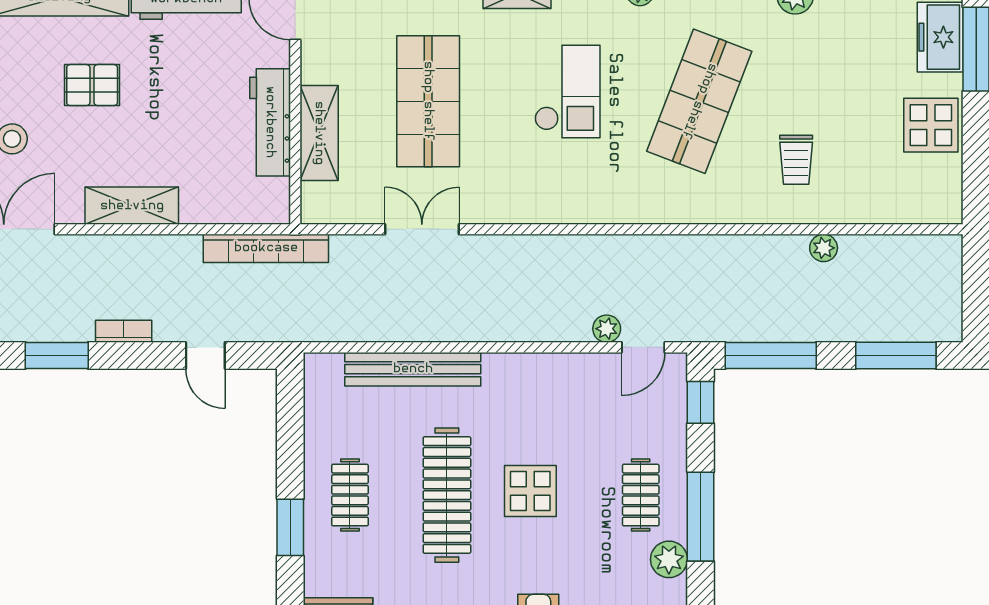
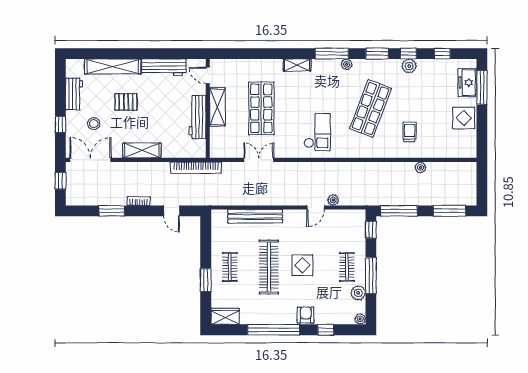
checkout: (567, 92) -> (317, 132), moved
shelving: (319, 133) -> (217, 107), moved
trolley: (796, 160) -> (409, 132), turned 180
door: (643, 347) -> (316, 208), moved

